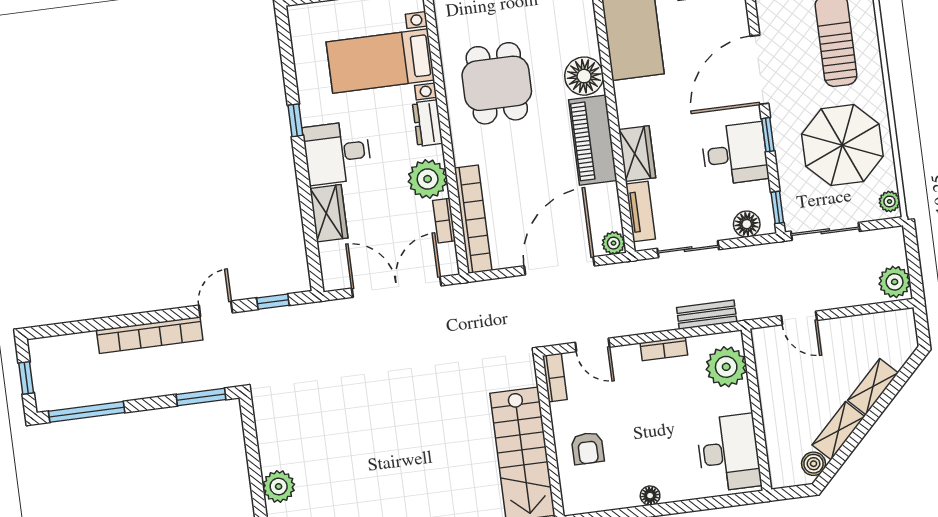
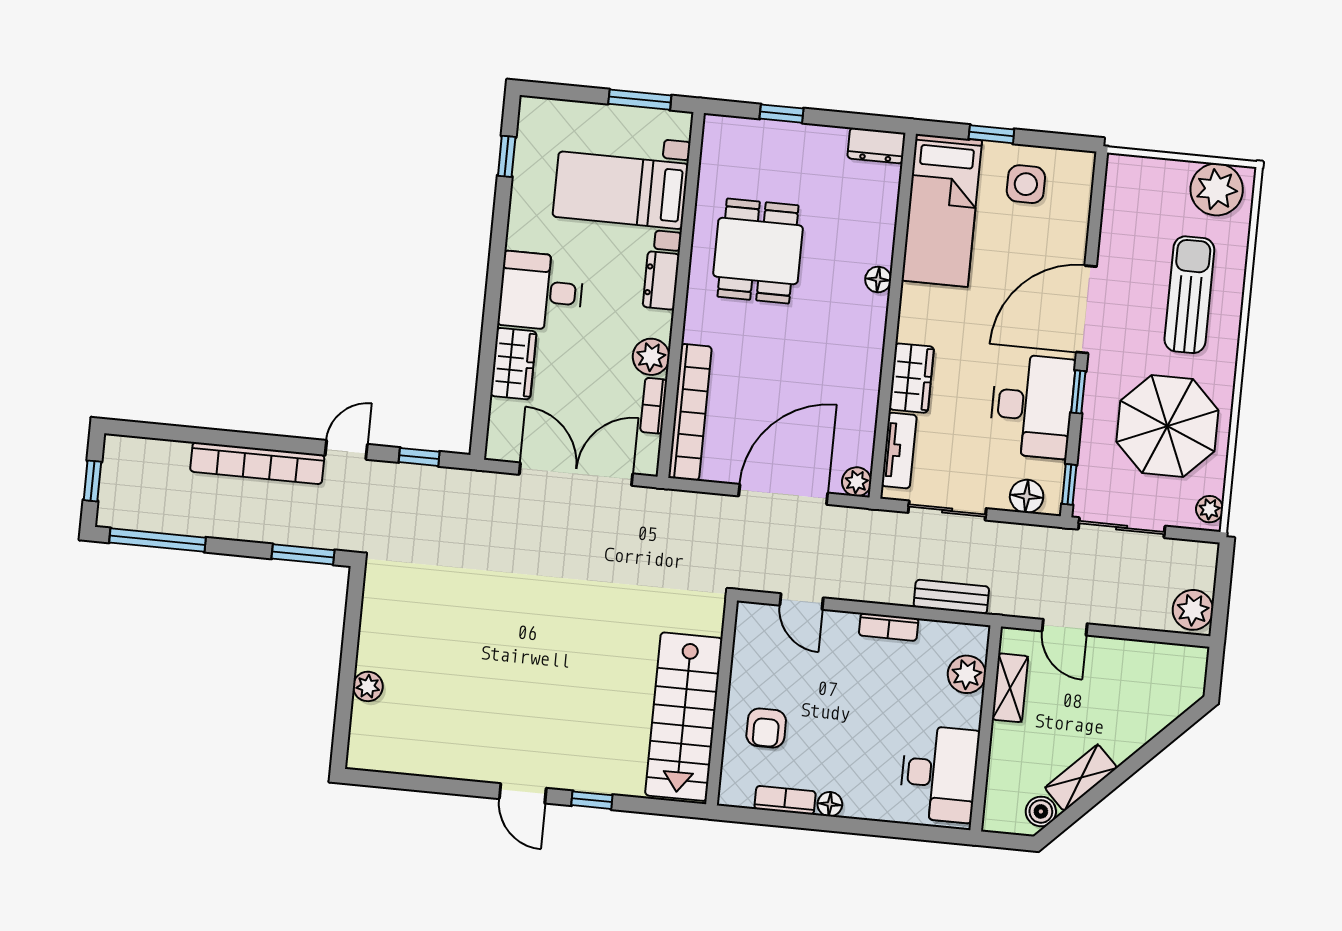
floor lamp: (584, 76) -> (878, 279), width x0.53, depth x0.53
window: (295, 120) -> (507, 156), moved
piano: (593, 140) -> (860, 349), removed
desk: (735, 154) -> (1032, 406), width x1.37
plant: (428, 179) -> (651, 357), width x0.73, depth x0.73
plant: (726, 367) -> (967, 674), width x0.73, depth x0.73
bookcase: (555, 378) -> (785, 800), moved, turned -90
shelving: (873, 387) -> (1010, 688), moved, turned -45
plant: (279, 486) -> (368, 686), width x0.73, depth x0.73

